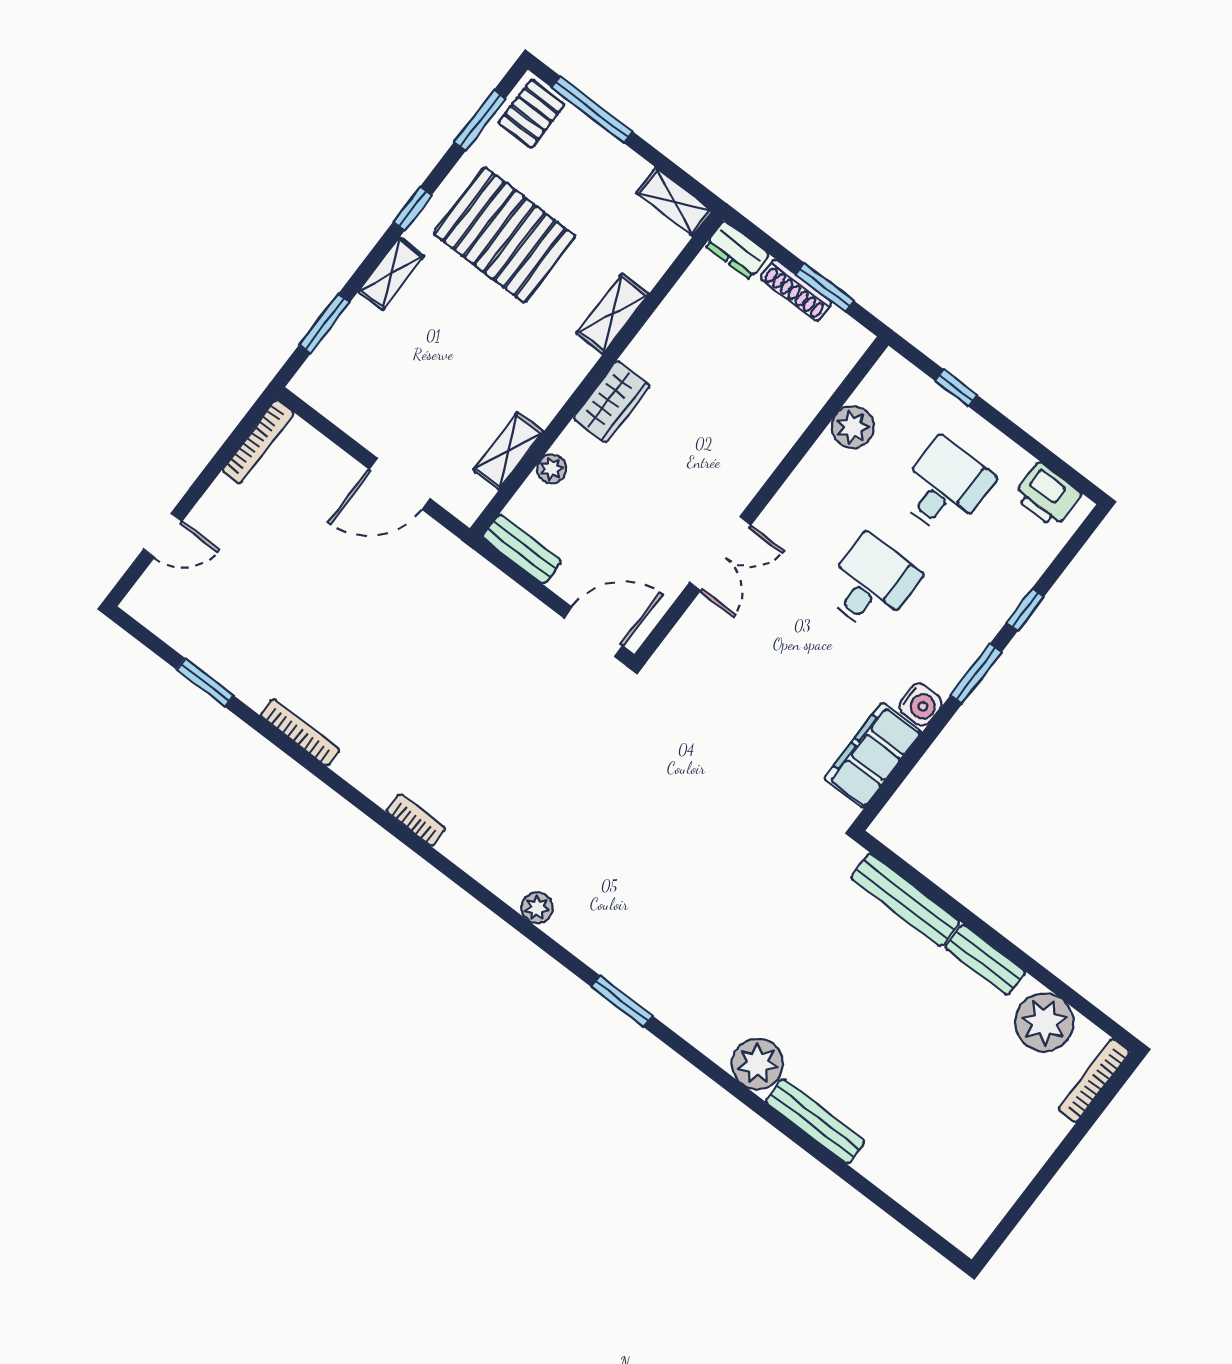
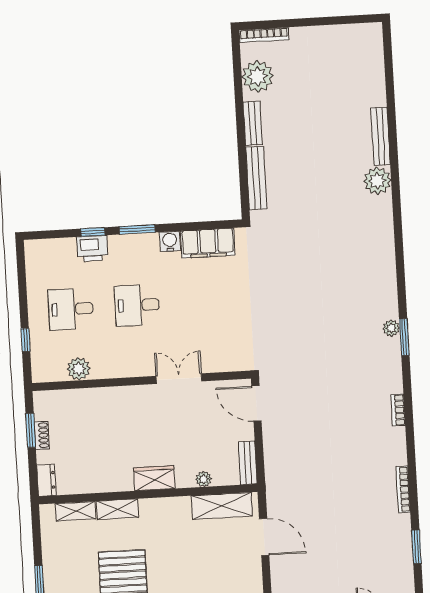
shelving: (674, 202) -> (76, 511), moved, turned 90
shoe rack: (796, 290) -> (42, 435), width x0.70
shelving: (508, 451) -> (222, 506), width x1.50, depth x1.33
printer: (1047, 495) -> (92, 248), moved, turned 90
window: (622, 1001) -> (404, 337), moved

